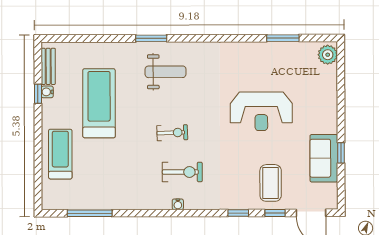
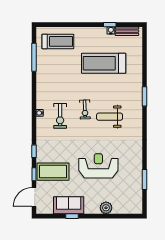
plant: (328, 55) -> (106, 208), moved
weight bench: (166, 72) -> (110, 117), moved, turned 90
treadmill: (99, 103) -> (104, 63), turned 180
reception desk: (261, 111) -> (98, 166), turned 90
treadmill: (60, 154) -> (58, 41), moved
coffee table: (271, 183) -> (53, 172), width x1.36, depth x1.32

